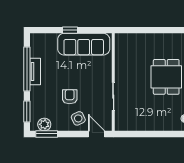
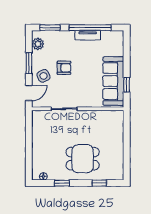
window: (70, 30) -> (127, 85), moved
window: (47, 134) -> (29, 63), moved

